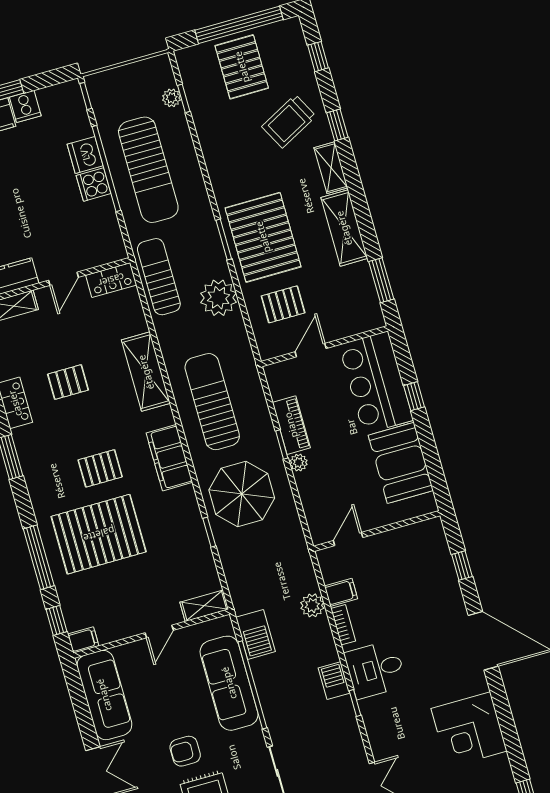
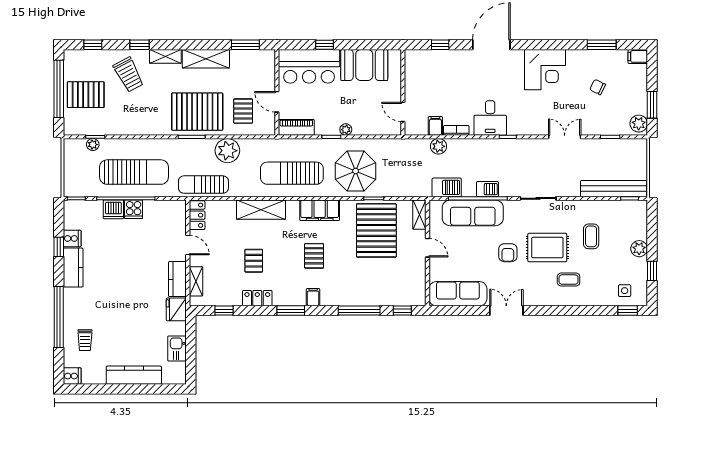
piano: (291, 425) -> (296, 127), moved
pallet: (99, 534) -> (376, 230), moved
filing cabinet: (83, 640) -> (313, 297), moved
barbecue: (334, 681) -> (487, 189), moved, turned 180

